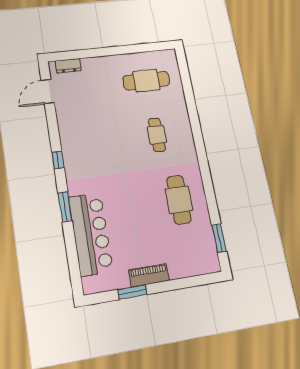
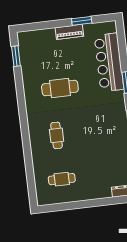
cafe table: (146, 81) -> (62, 179), width x0.73, depth x0.74
cafe table: (179, 200) -> (60, 88), moved, turned 90

